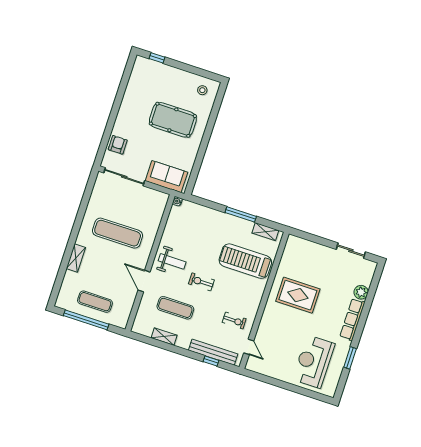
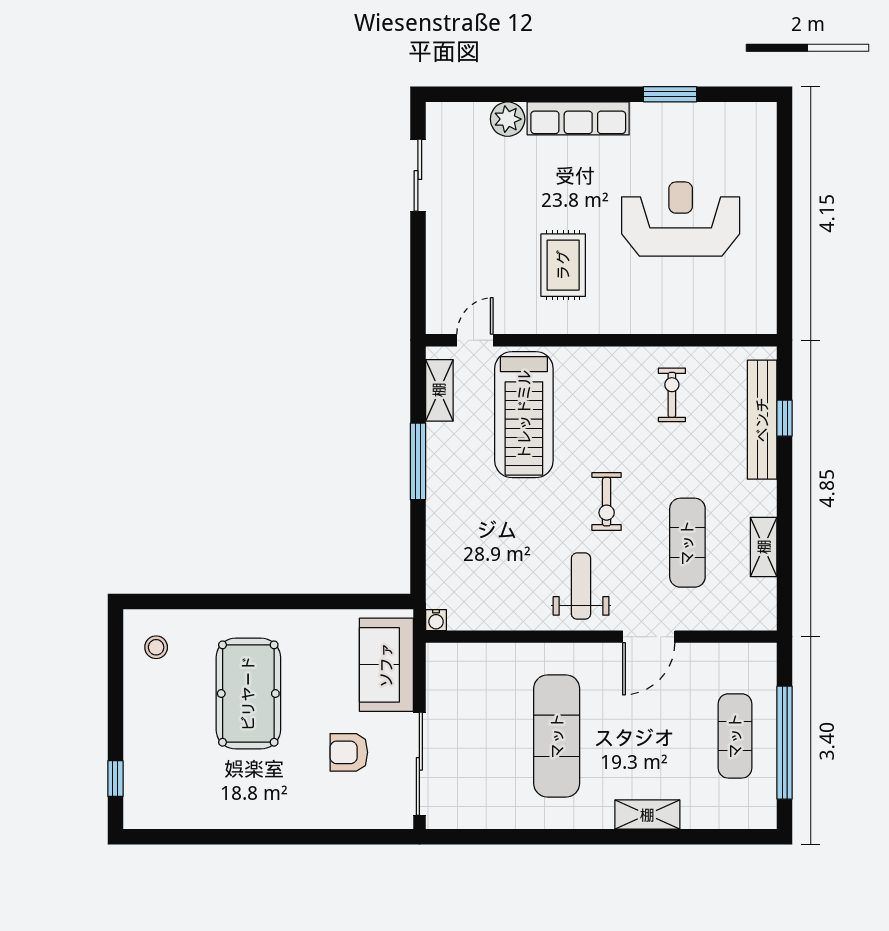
armchair: (118, 145) -> (349, 752), moved
rug: (298, 295) -> (563, 265), width x0.73, depth x0.70
door: (249, 347) -> (475, 340), moved
reception desk: (314, 362) -> (681, 219), moved, turned 180

